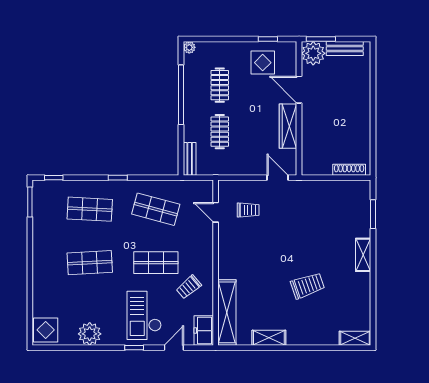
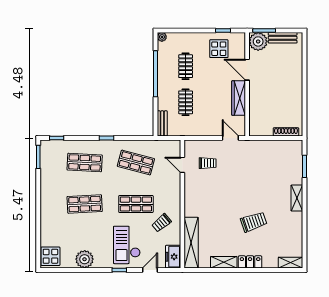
locker: (303, 337) -> (250, 262), added

